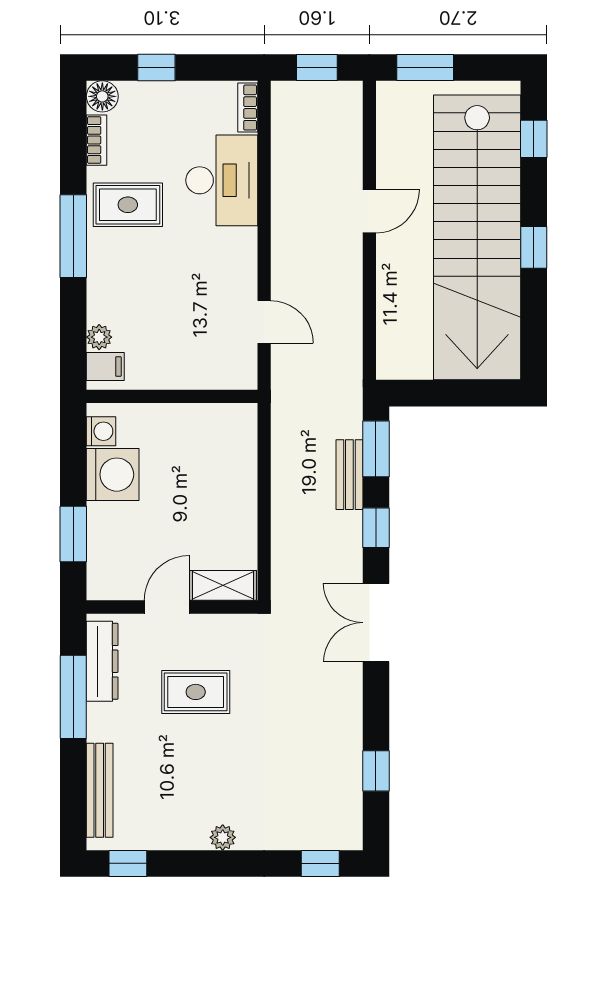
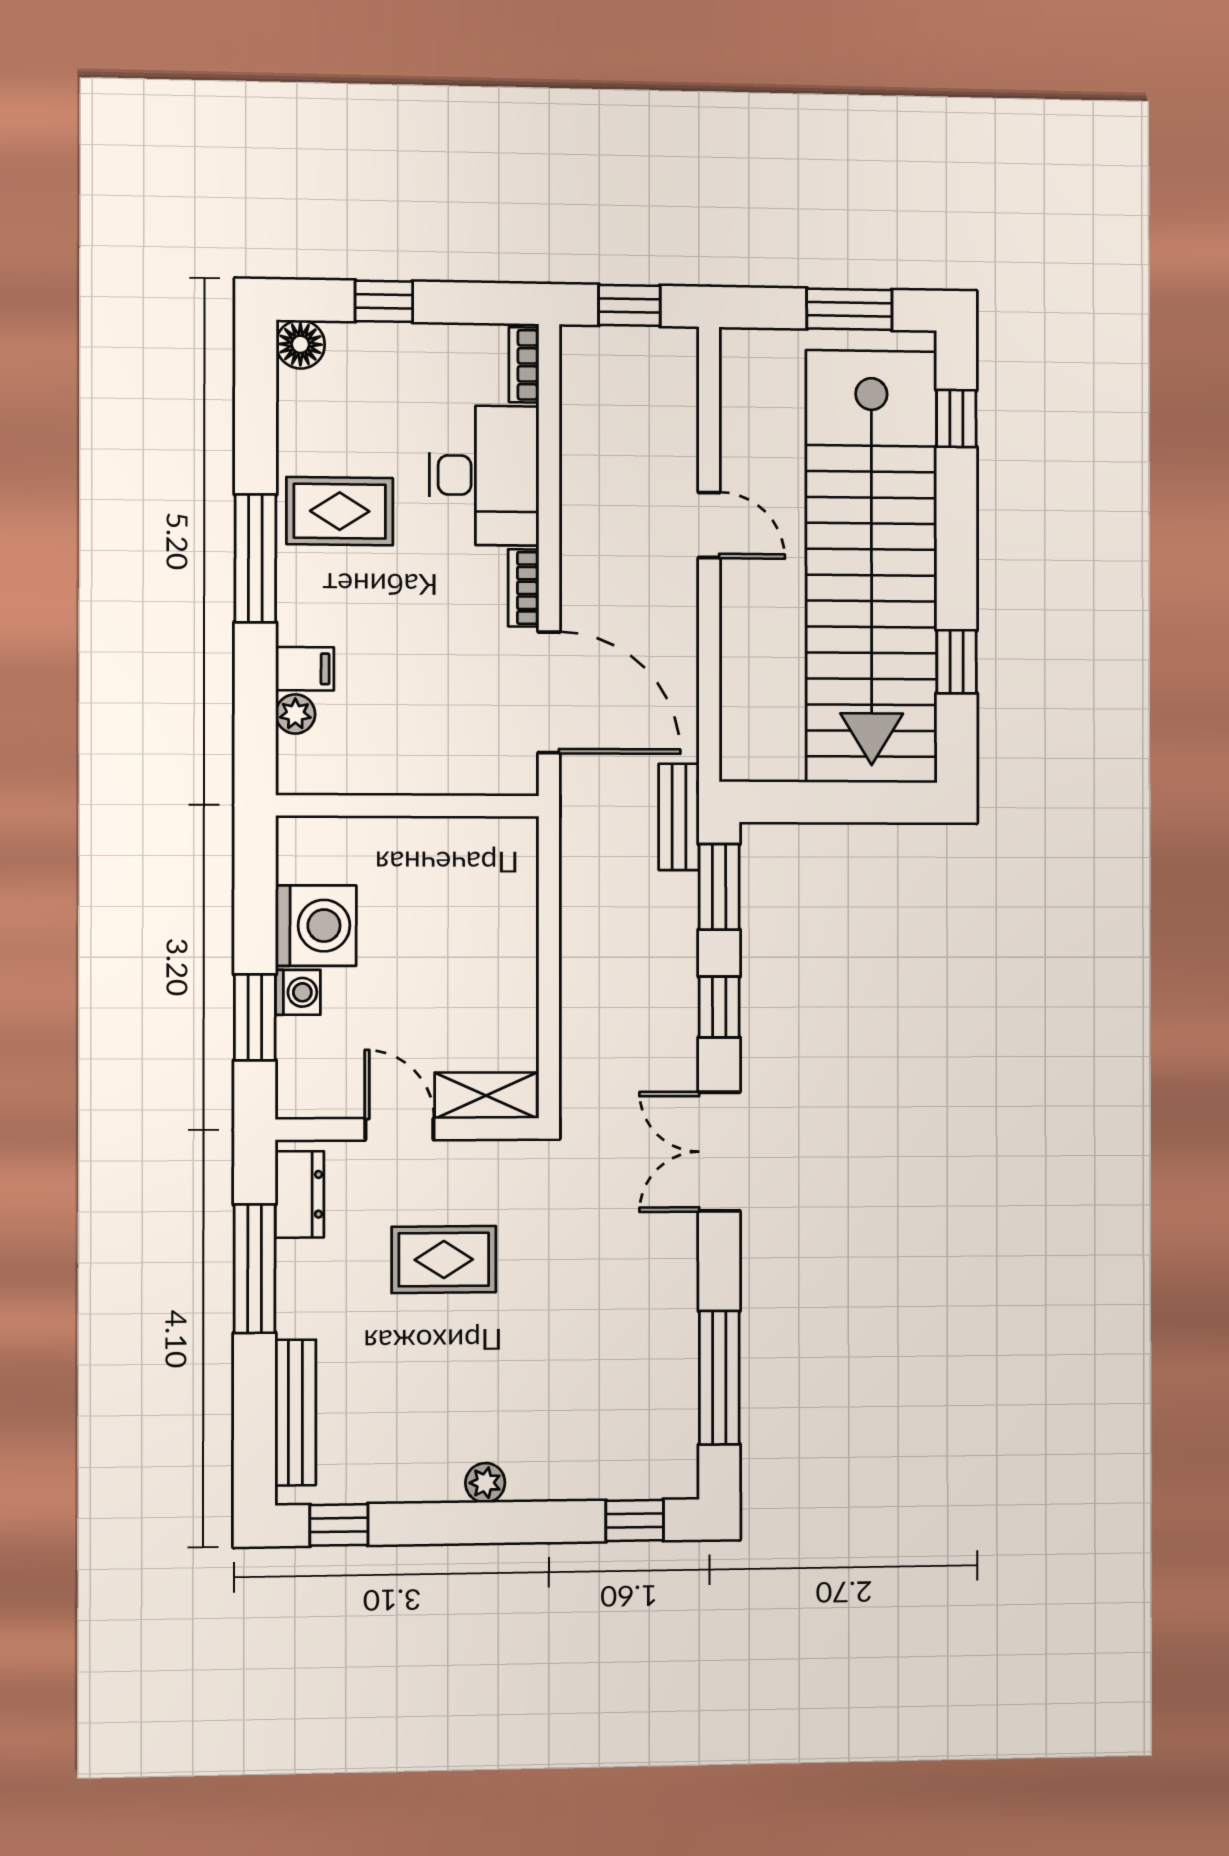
window: (425, 67) -> (849, 309), moved
bookcase: (97, 140) -> (523, 588), moved, turned 180
door: (369, 211) -> (709, 525), hinge flipped
window: (534, 247) -> (957, 662), moved
door: (264, 322) -> (549, 692), width x1.88
filing cabinet: (105, 366) -> (305, 669), moved
washing machine: (101, 431) -> (298, 992), moved
bench: (349, 475) -> (679, 817), moved
door: (167, 607) -> (399, 1129), hinge flipped
dresser: (102, 661) -> (300, 1194), width x0.70
window: (376, 771) -> (719, 1378), width x2.17

